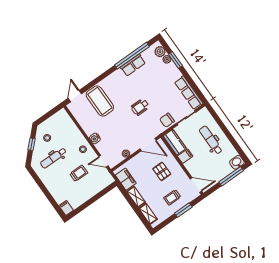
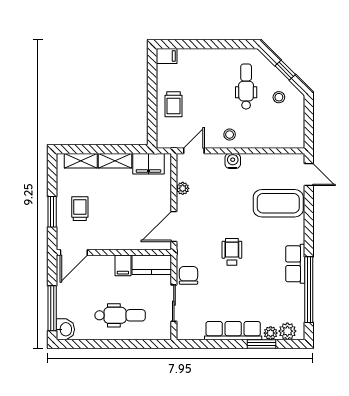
row of seats: (133, 65) -> (295, 264), moved
row of seats: (189, 93) -> (233, 331), moved
pallet: (162, 171) -> (125, 220), removed
trolley: (79, 173) -> (173, 104), moved

